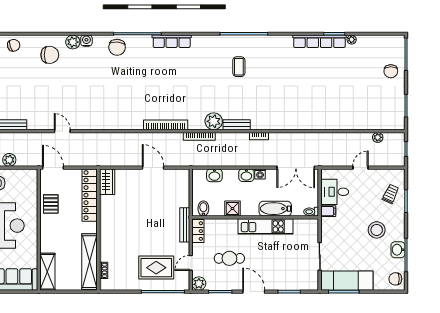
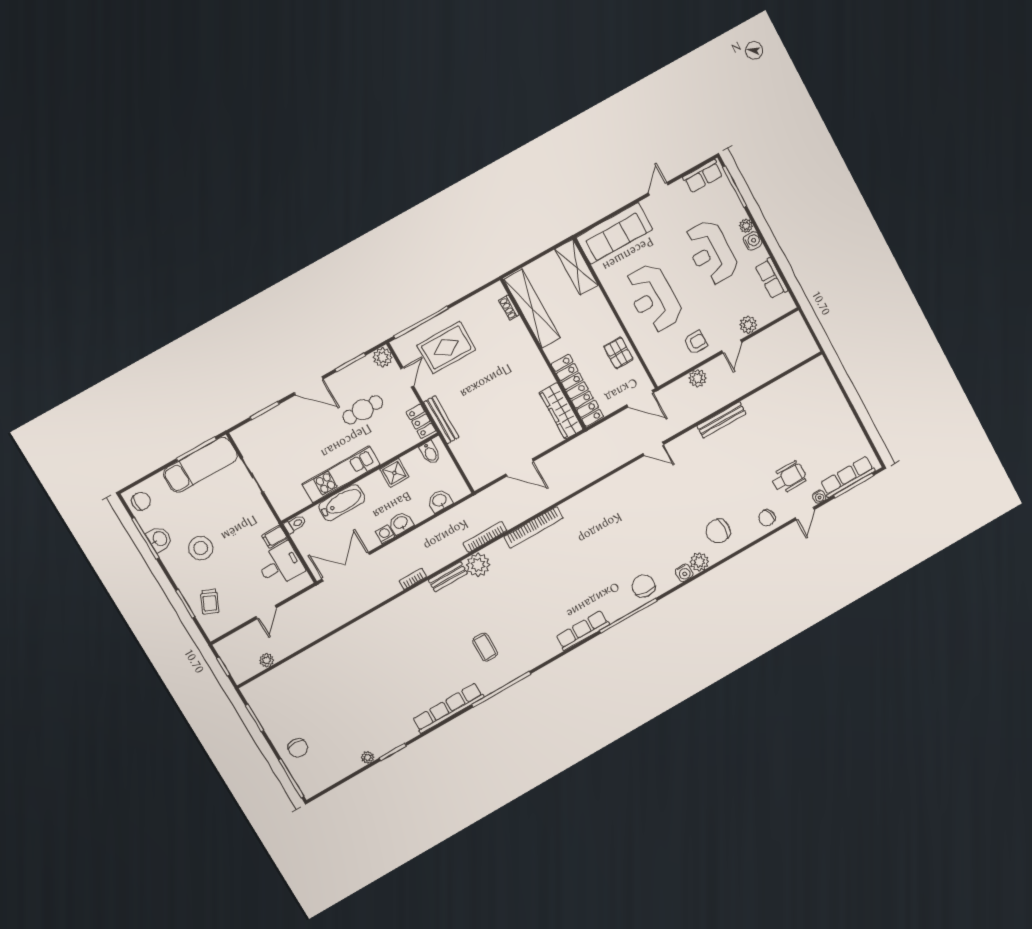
row of seats: (319, 41) -> (448, 708), moved
chair: (391, 71) -> (298, 748), turned 180
wardrobe: (107, 182) -> (561, 411), width x1.50

